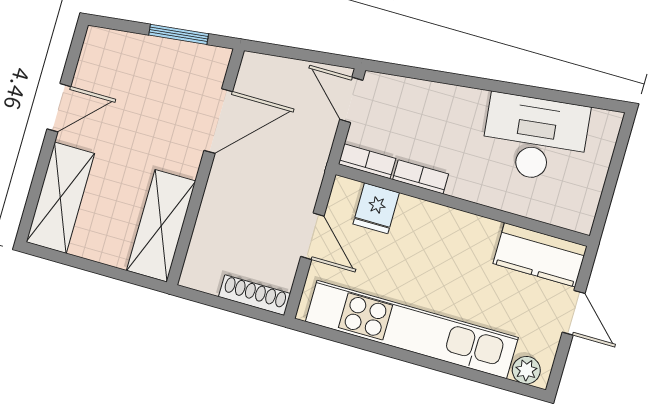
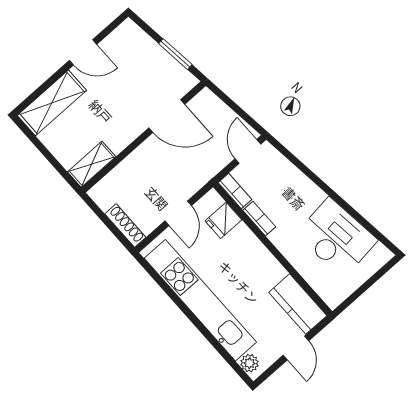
shelving: (161, 226) -> (92, 164), width x0.67, depth x0.75

